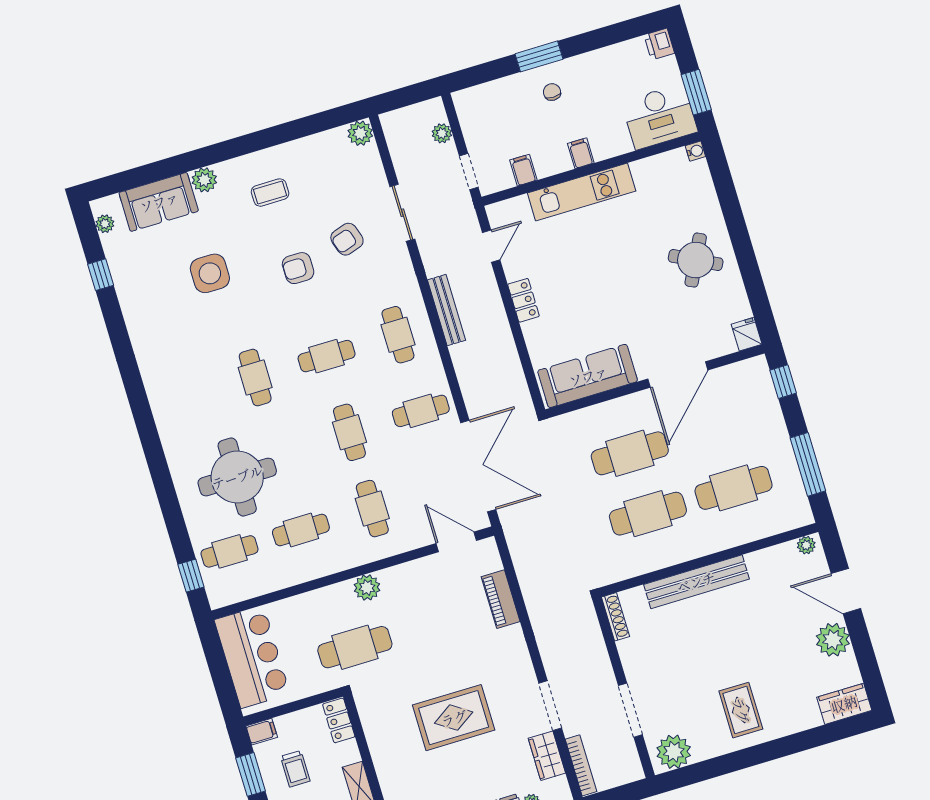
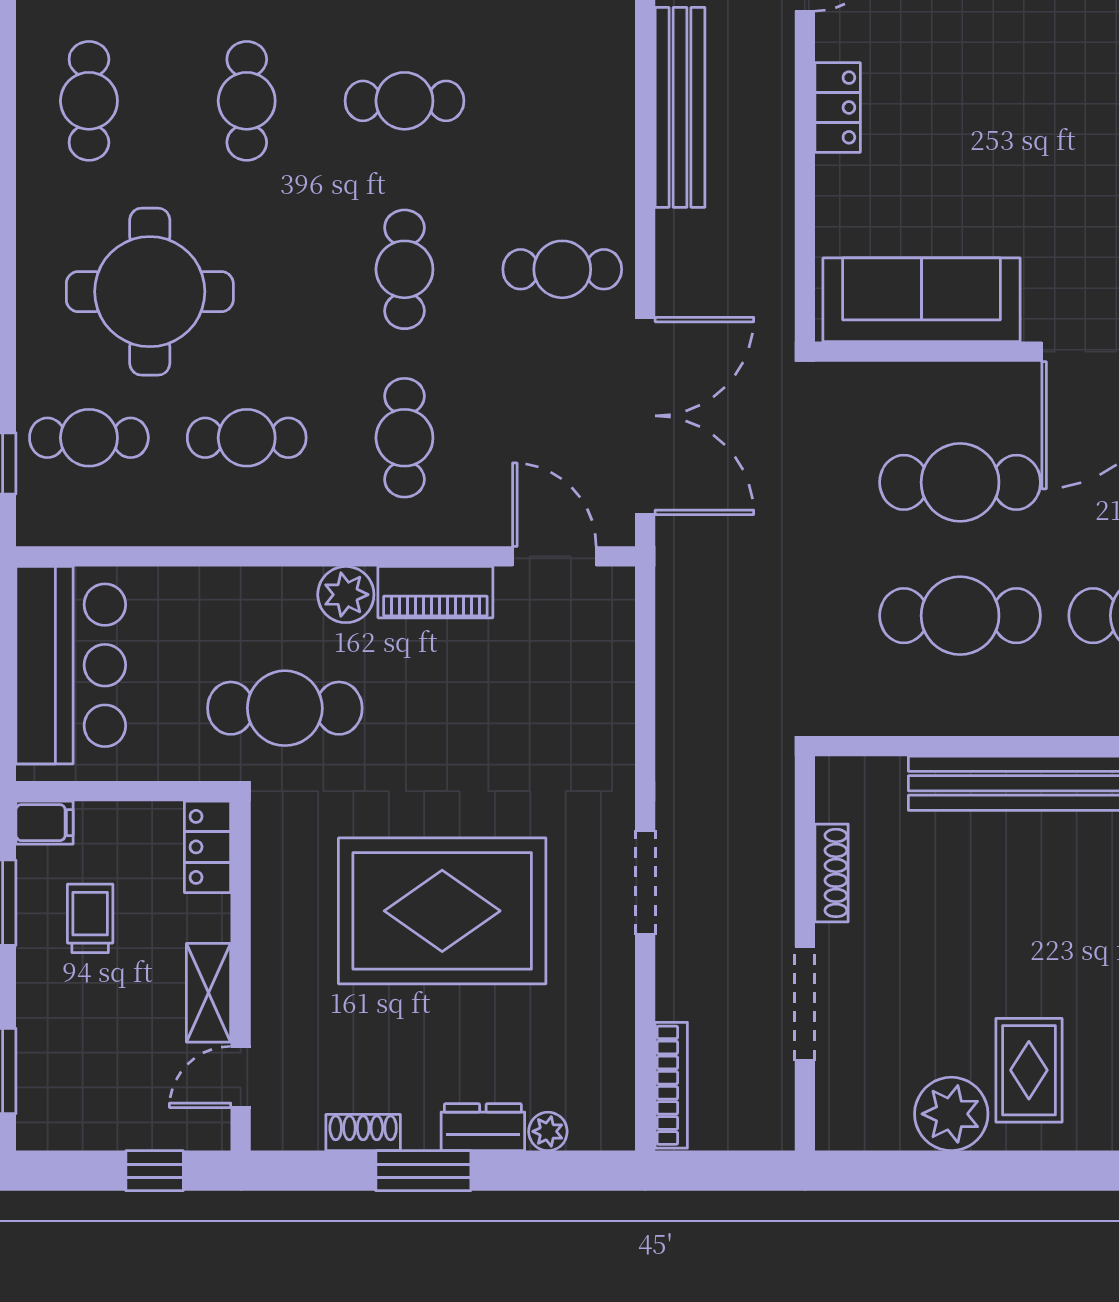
bench: (447, 310) -> (680, 107), width x1.37, depth x1.21
cafe table: (398, 335) -> (89, 101), moved
piano: (501, 599) -> (435, 592), moved, turned -90
shoe rack: (615, 617) -> (832, 873), moved
doorway: (550, 706) -> (645, 883), moved
rug: (454, 718) -> (442, 911), width x1.37, depth x1.44
plant: (674, 752) -> (951, 1114), moved
wardrobe: (547, 756) -> (608, 1045), removed
trolley: (295, 769) -> (90, 918), turned 180

